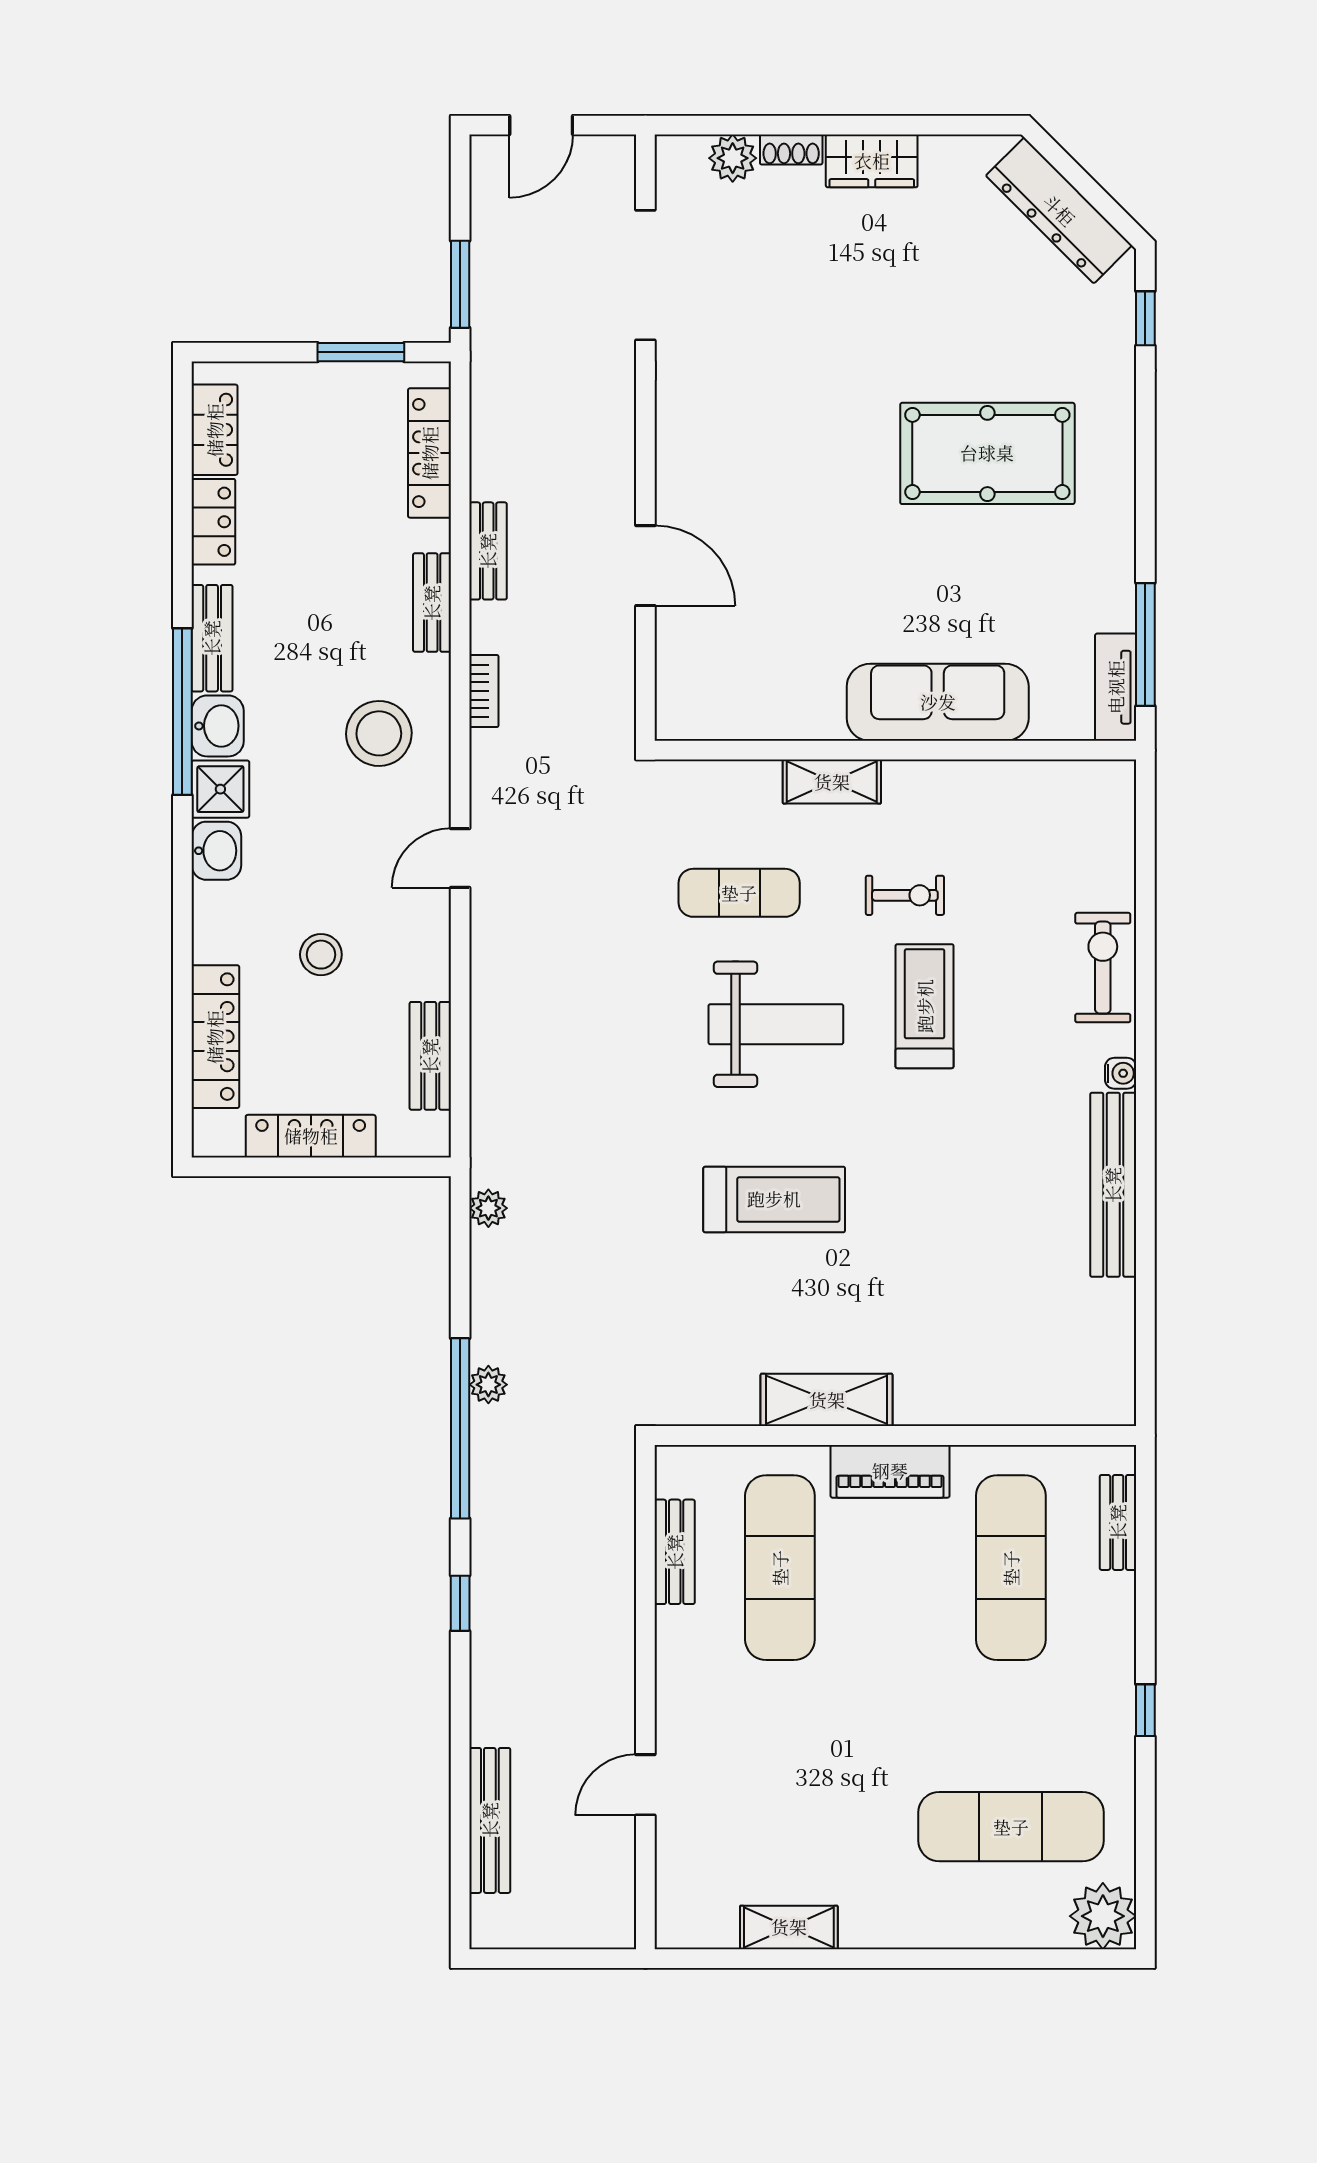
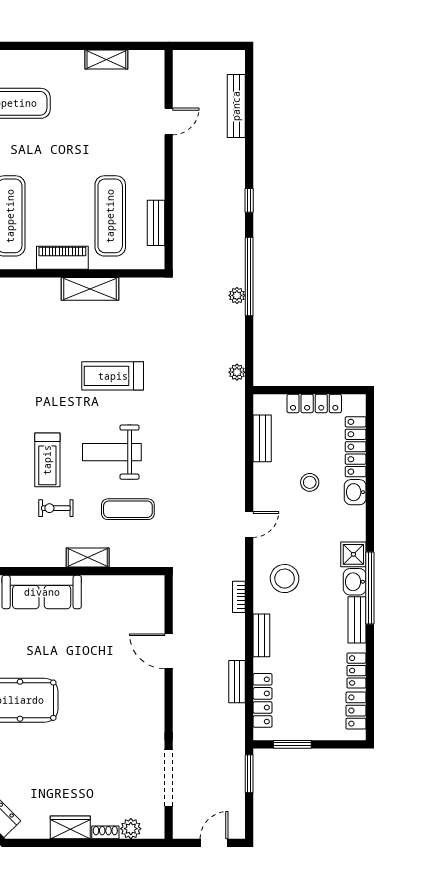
bench: (488, 551) -> (237, 682), moved
washbasin: (216, 851) -> (355, 492), moved

